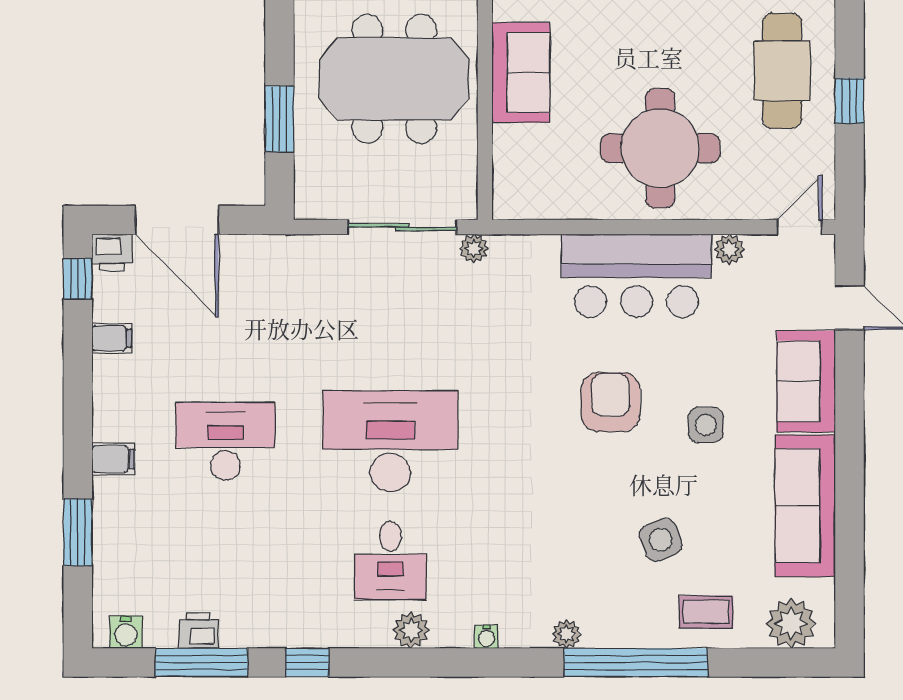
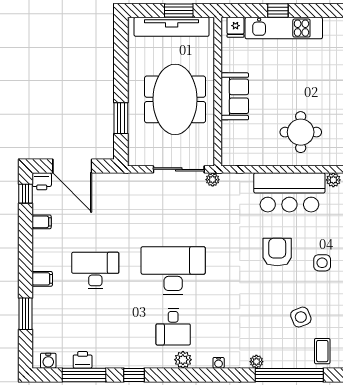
meeting table: (394, 79) -> (175, 99), turned 90
round table: (660, 148) -> (301, 132), width x0.73, depth x0.73
coffee table: (706, 612) -> (322, 351), turned 90

